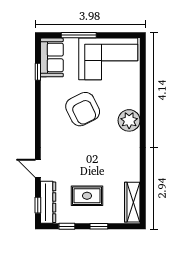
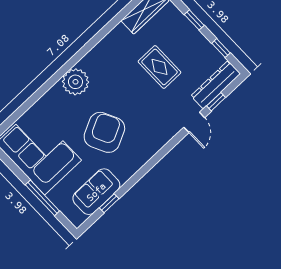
sofa: (52, 57) -> (96, 192), moved
rug: (87, 196) -> (160, 67), moved
window: (38, 205) -> (216, 102), moved

